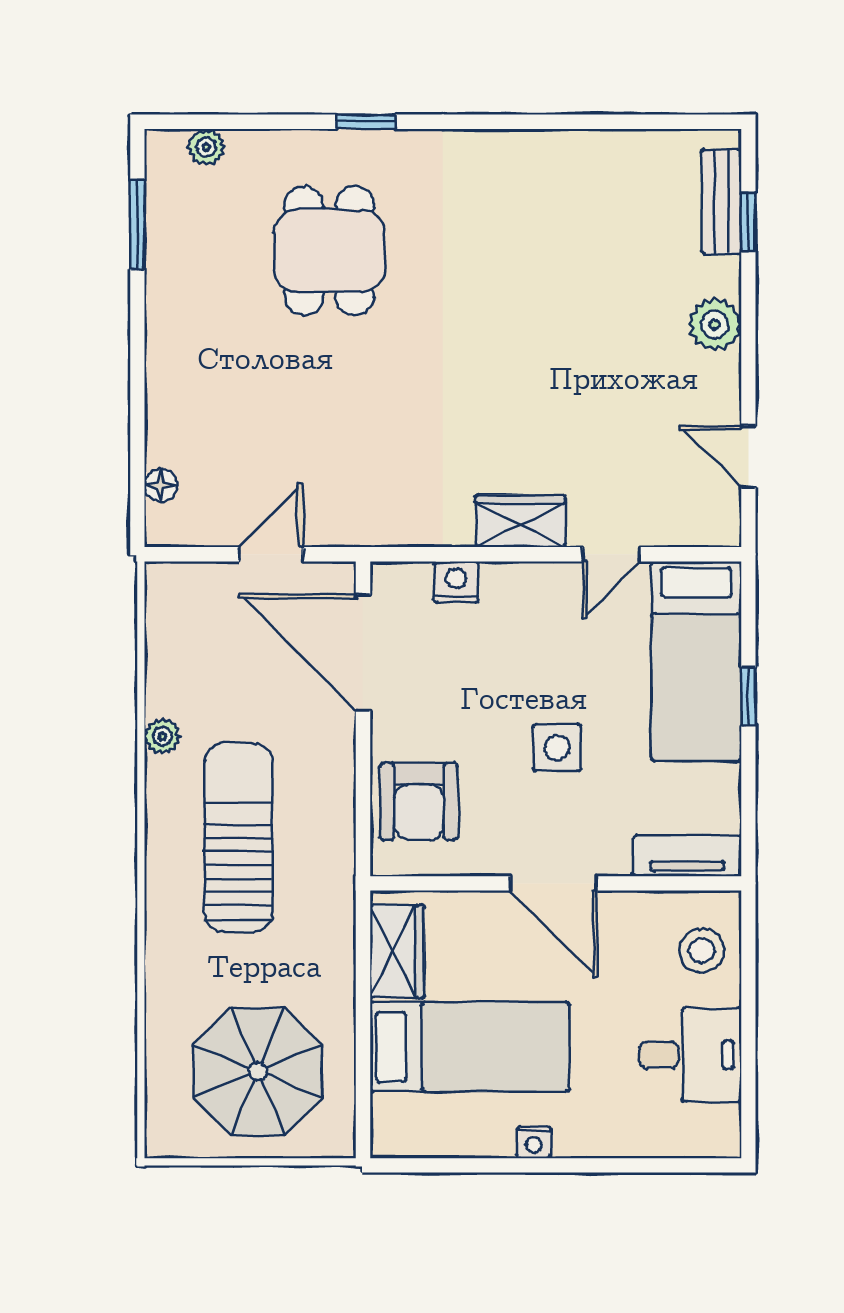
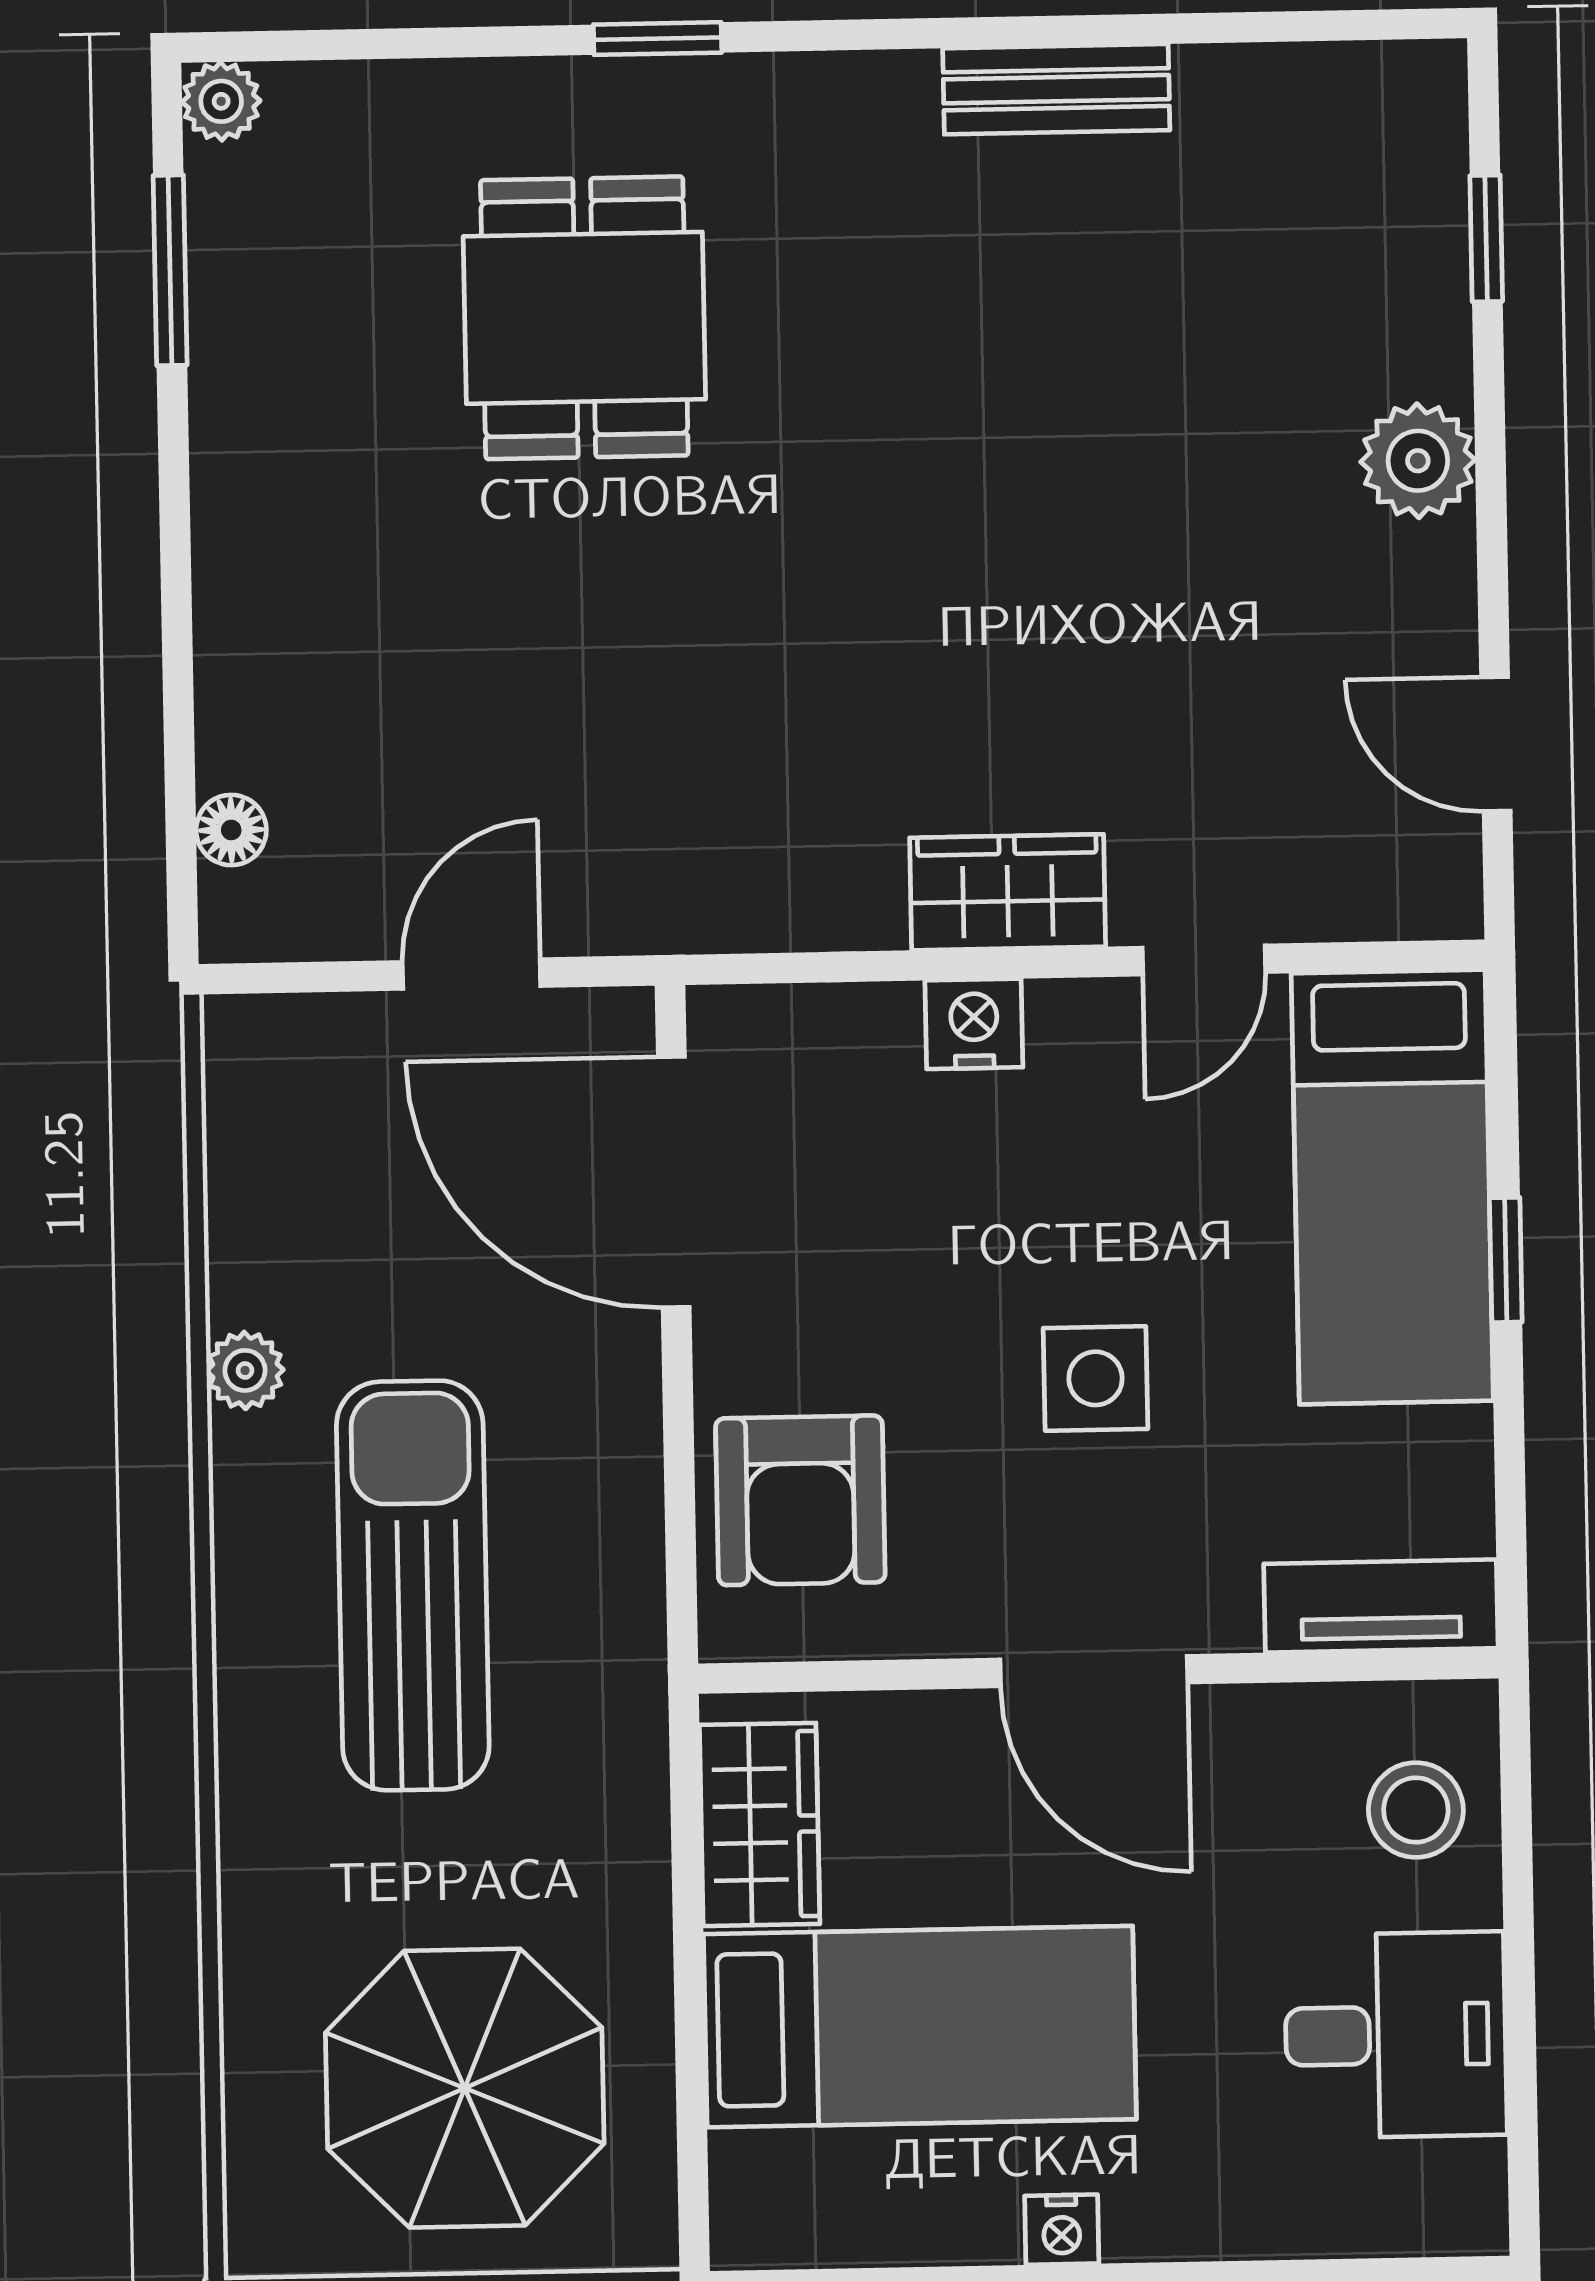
plant: (206, 147) -> (221, 101), moved
bench: (721, 202) -> (1056, 89), moved, turned 90
nightstand: (456, 582) -> (974, 1024), moved

